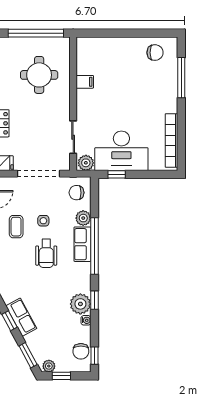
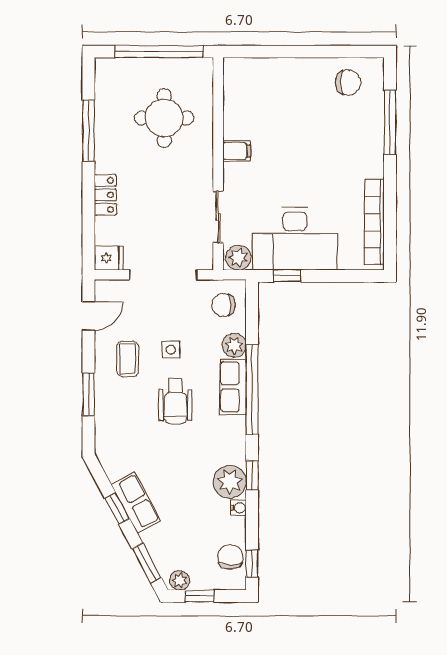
filing cabinet: (85, 82) -> (237, 151), moved
chair: (81, 351) -> (230, 557), turned 180

